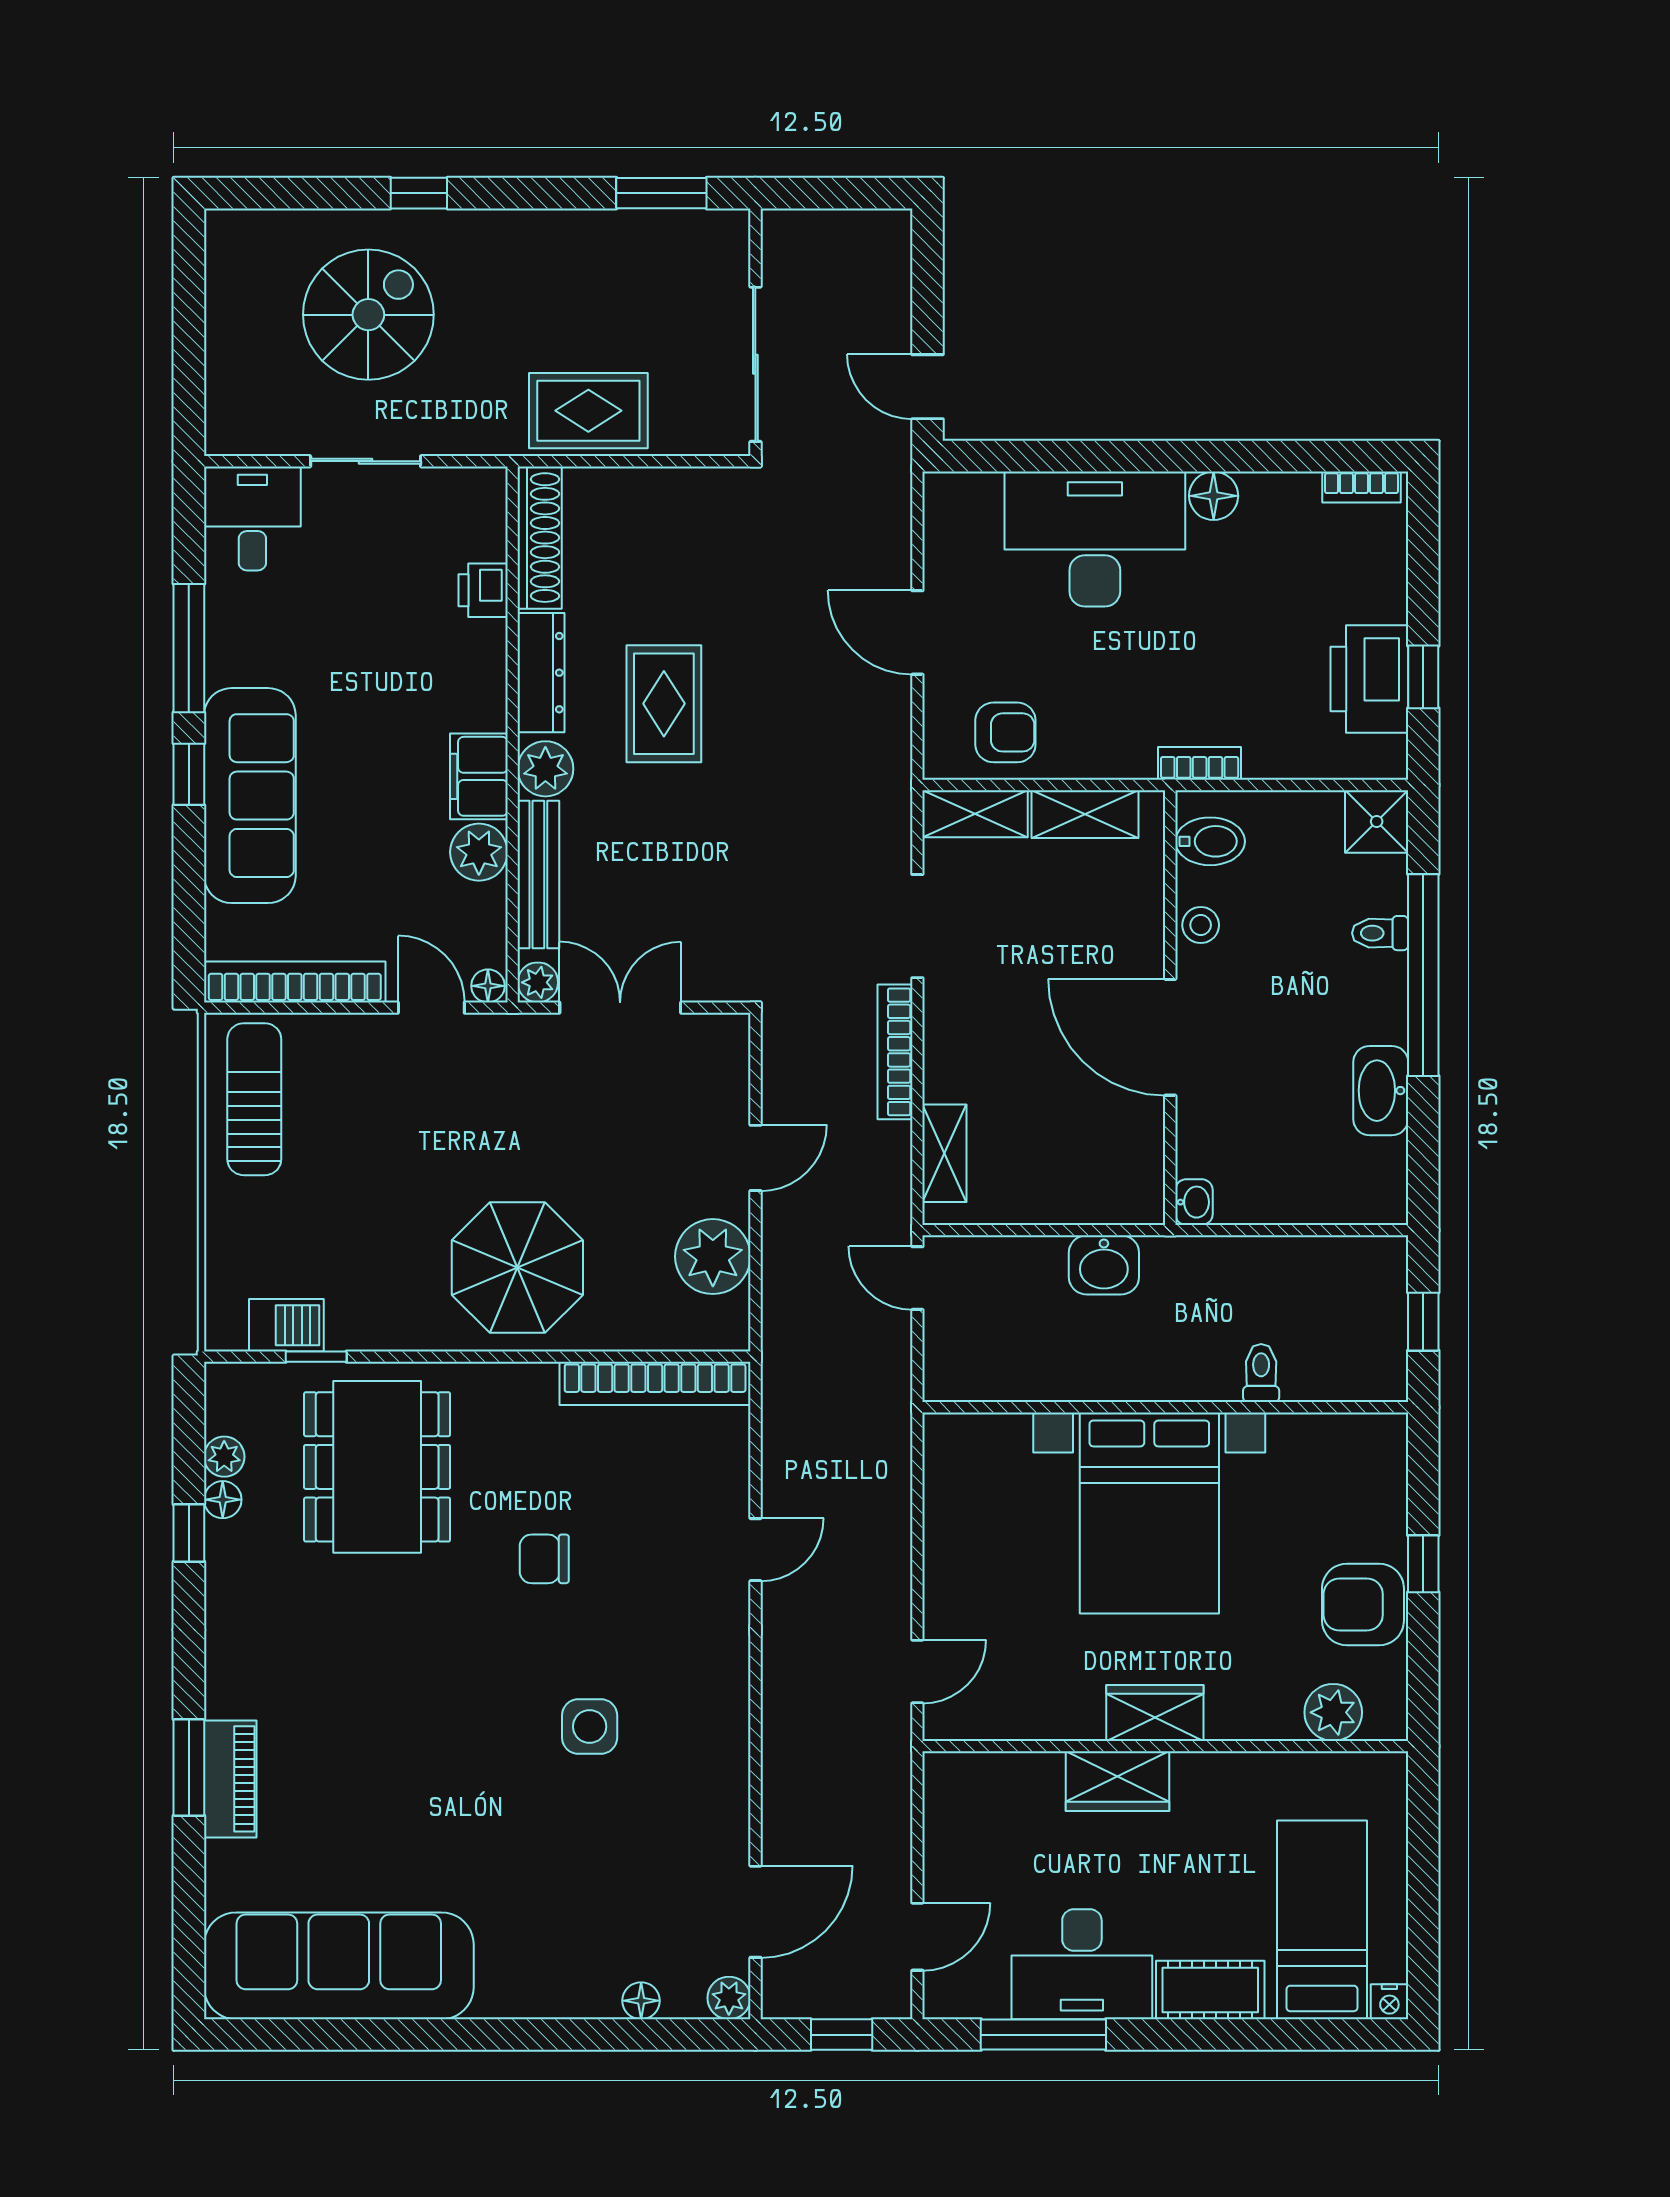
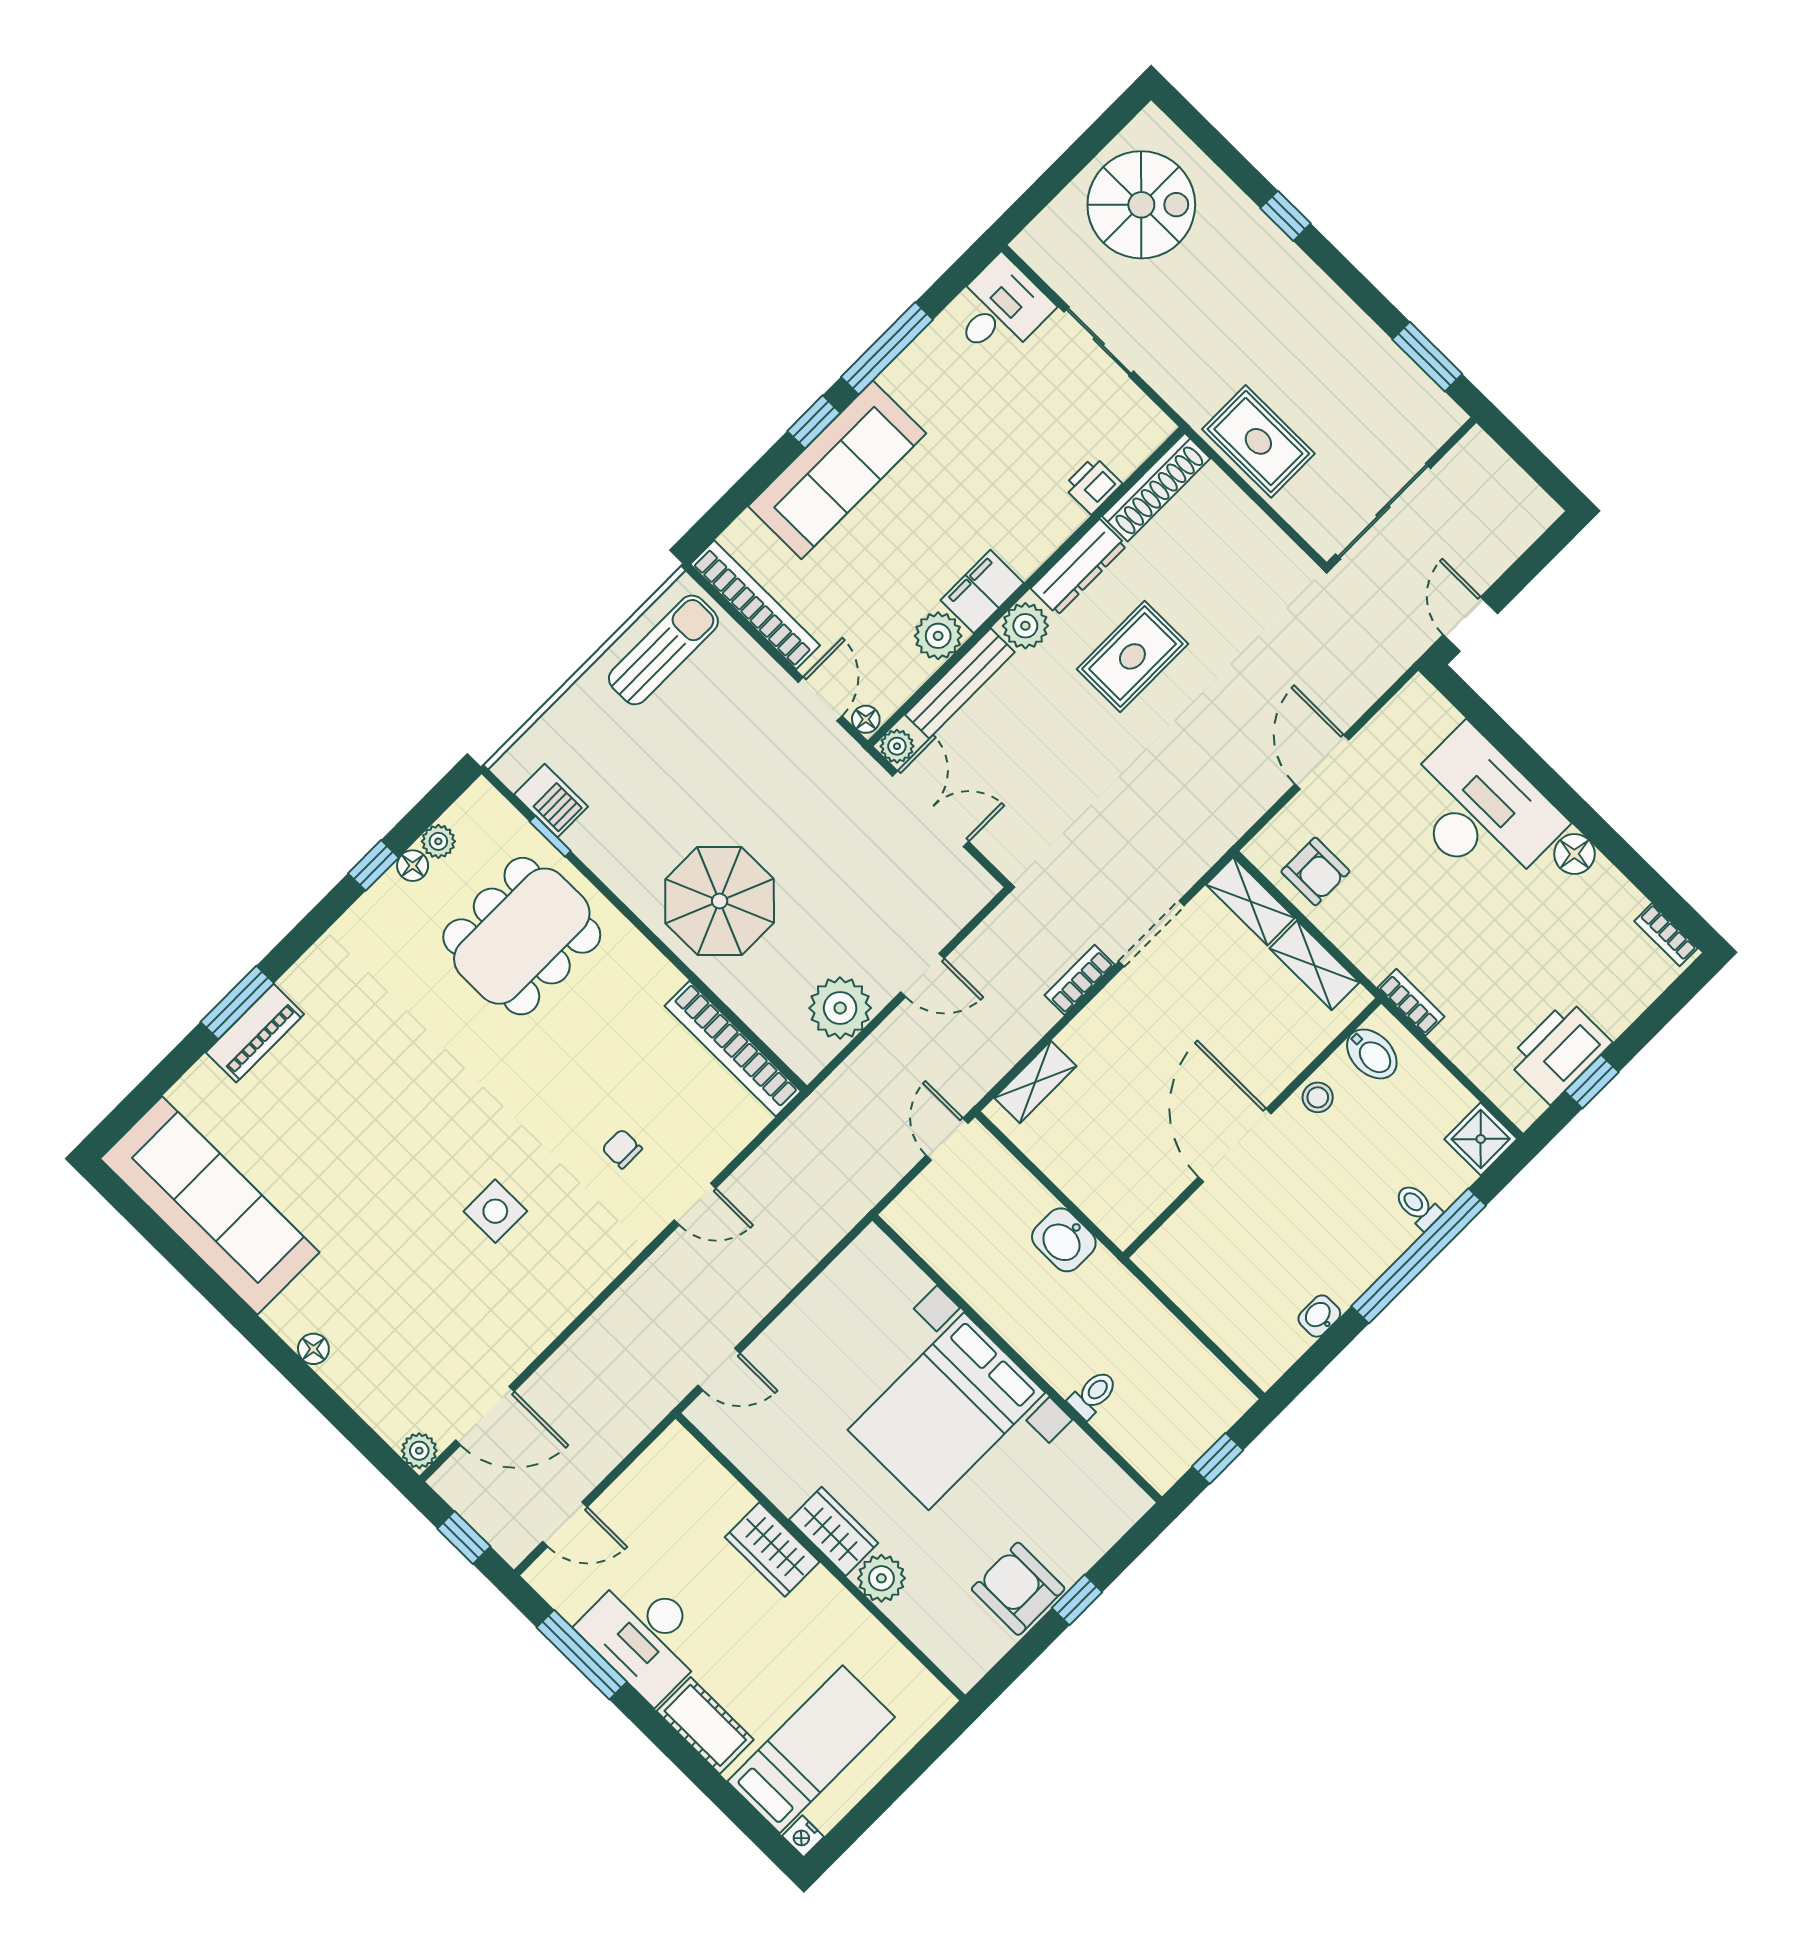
spiral stairs: (368, 315) -> (1141, 205), moved
bookcase: (895, 1052) -> (1080, 980), width x0.64
washbasin: (1381, 1091) -> (1319, 1316), width x0.52, depth x0.69
washbasin: (1194, 1202) -> (1153, 1255), removed
chair: (544, 1559) -> (622, 1149), moved, width x0.73, depth x0.73
plant: (1333, 1712) -> (881, 1578), moved
floor lamp: (641, 2001) -> (313, 1349), moved

